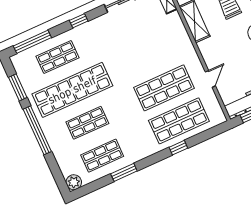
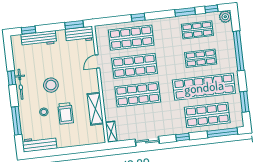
shop shelf: (149, 55) -> (138, 94), added
shop shelf: (57, 57) -> (207, 115), width x1.43, depth x1.36
window: (37, 130) -> (239, 51), moved
window: (93, 186) -> (211, 9), added

